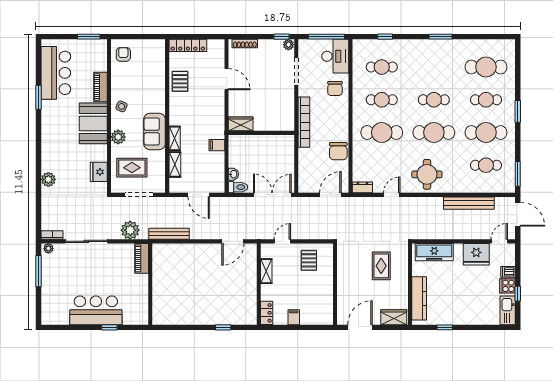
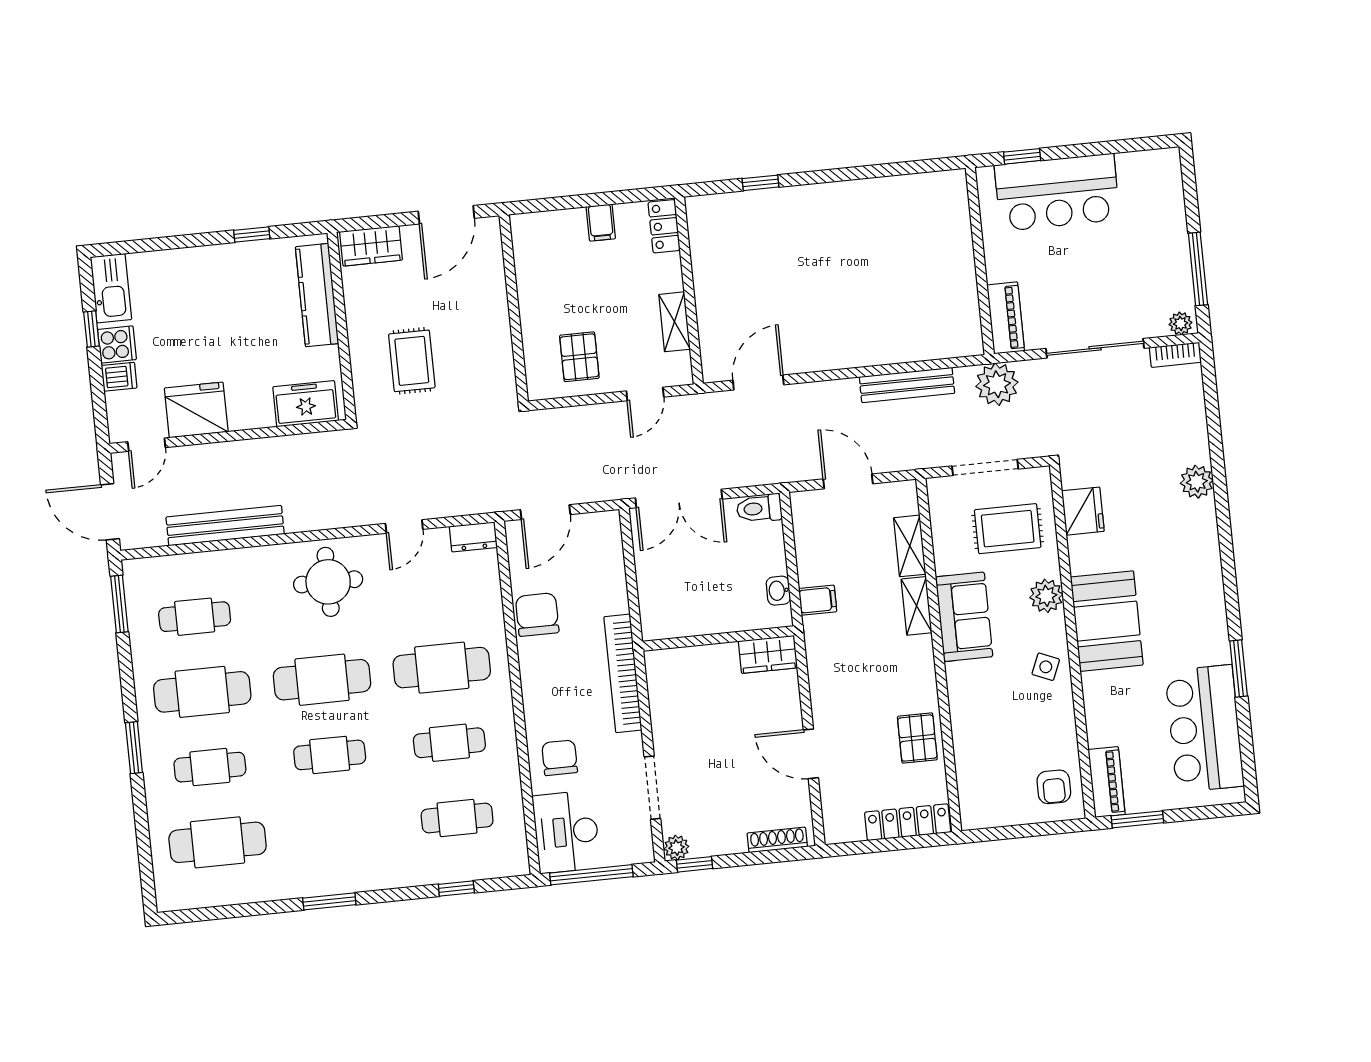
piano: (100, 87) -> (1107, 782), moved
washbasin: (233, 174) -> (778, 591), moved
freezer: (434, 252) -> (306, 404), width x0.71
piano: (142, 258) -> (1006, 318), moved
wall: (150, 284) -> (980, 261), moved

